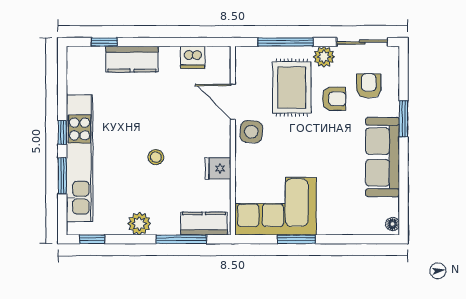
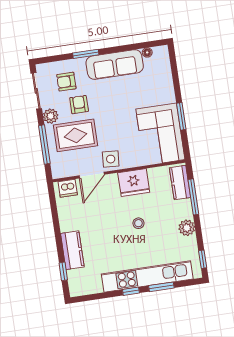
dishwasher: (193, 57) -> (68, 188), moved, turned 90
fridge: (218, 169) -> (134, 183), width x1.88, depth x1.34
floor lamp: (393, 224) -> (147, 52), moved

